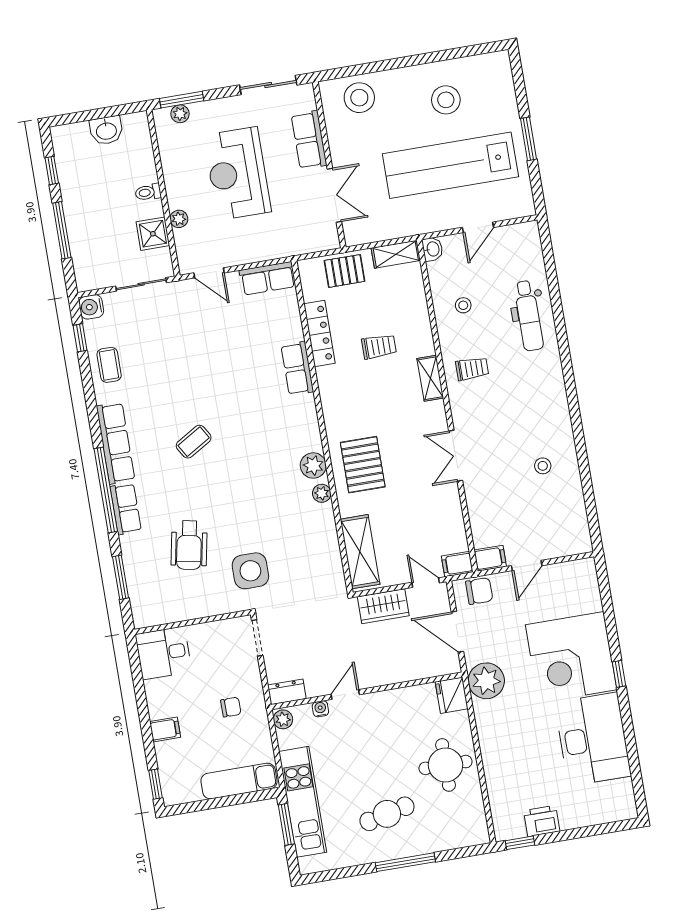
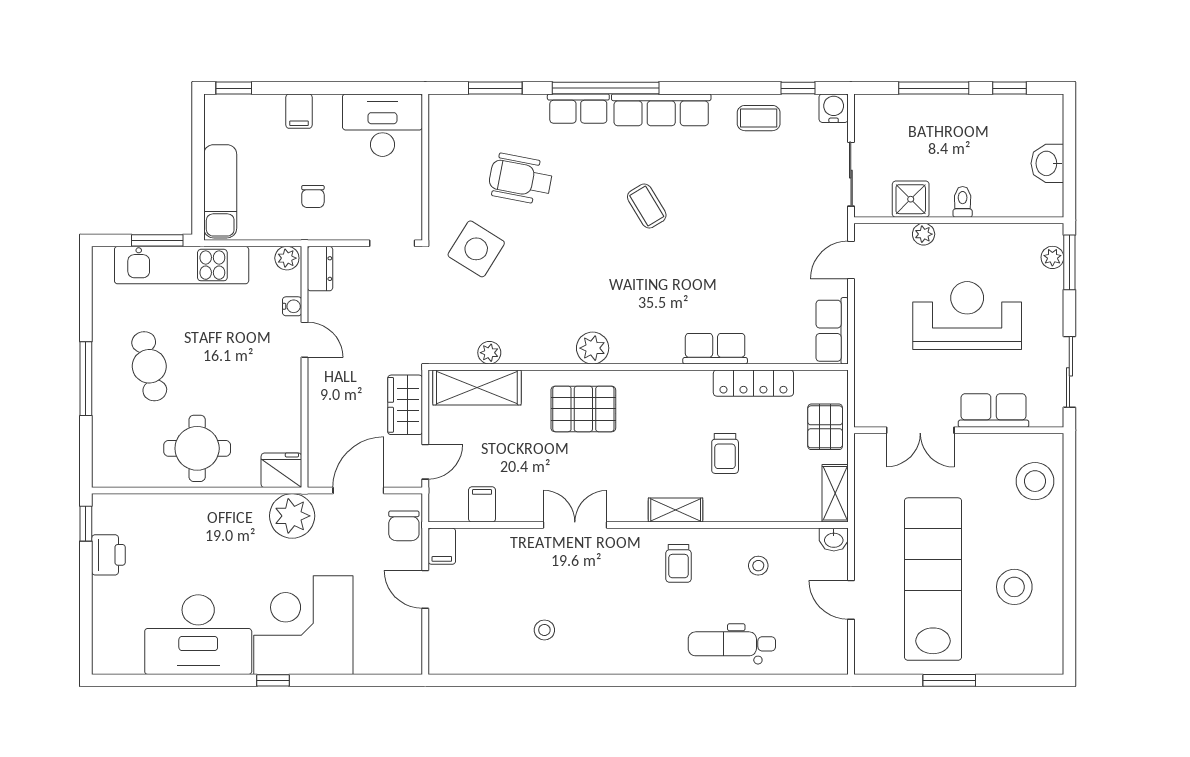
plant: (322, 493) -> (489, 353), moved
filing cabinet: (457, 564) -> (482, 504), moved
side table: (250, 571) -> (476, 249), turned 32
desk: (164, 653) -> (382, 125), width x1.37

